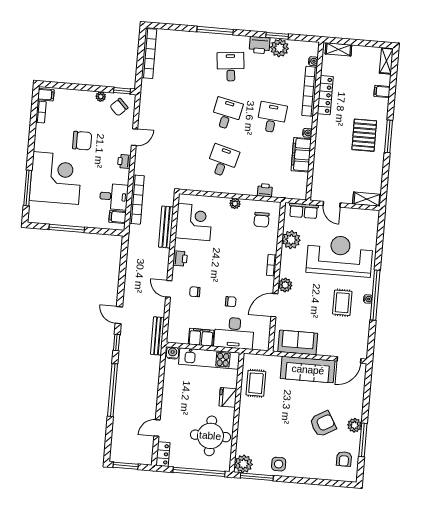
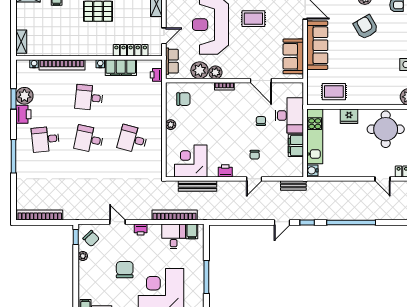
locker: (325, 95) -> (131, 50), moved
printer: (265, 190) -> (156, 75), moved
plant: (285, 285) -> (215, 72), moved
bench: (157, 336) -> (293, 186), width x0.73

